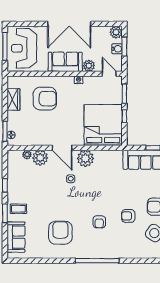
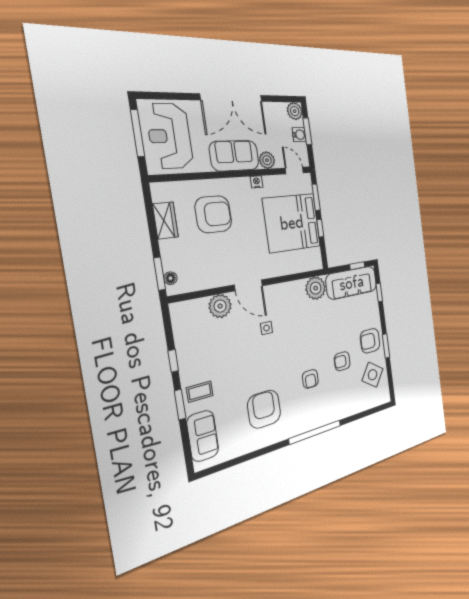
bed: (103, 125) -> (292, 223), moved, turned -90
plant: (27, 155) -> (200, 305), removed
plant: (85, 158) -> (316, 288), moved

